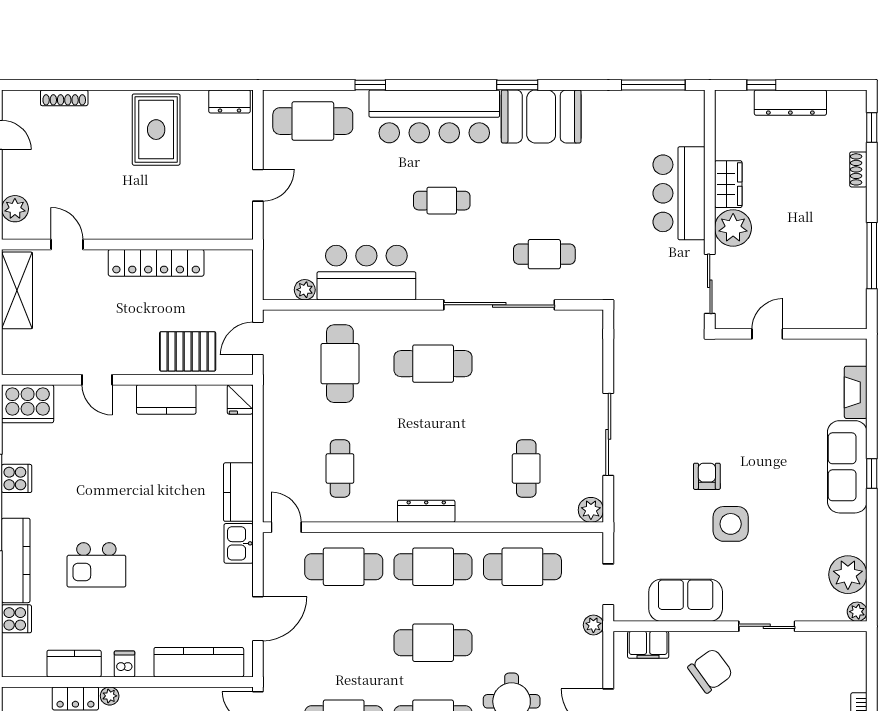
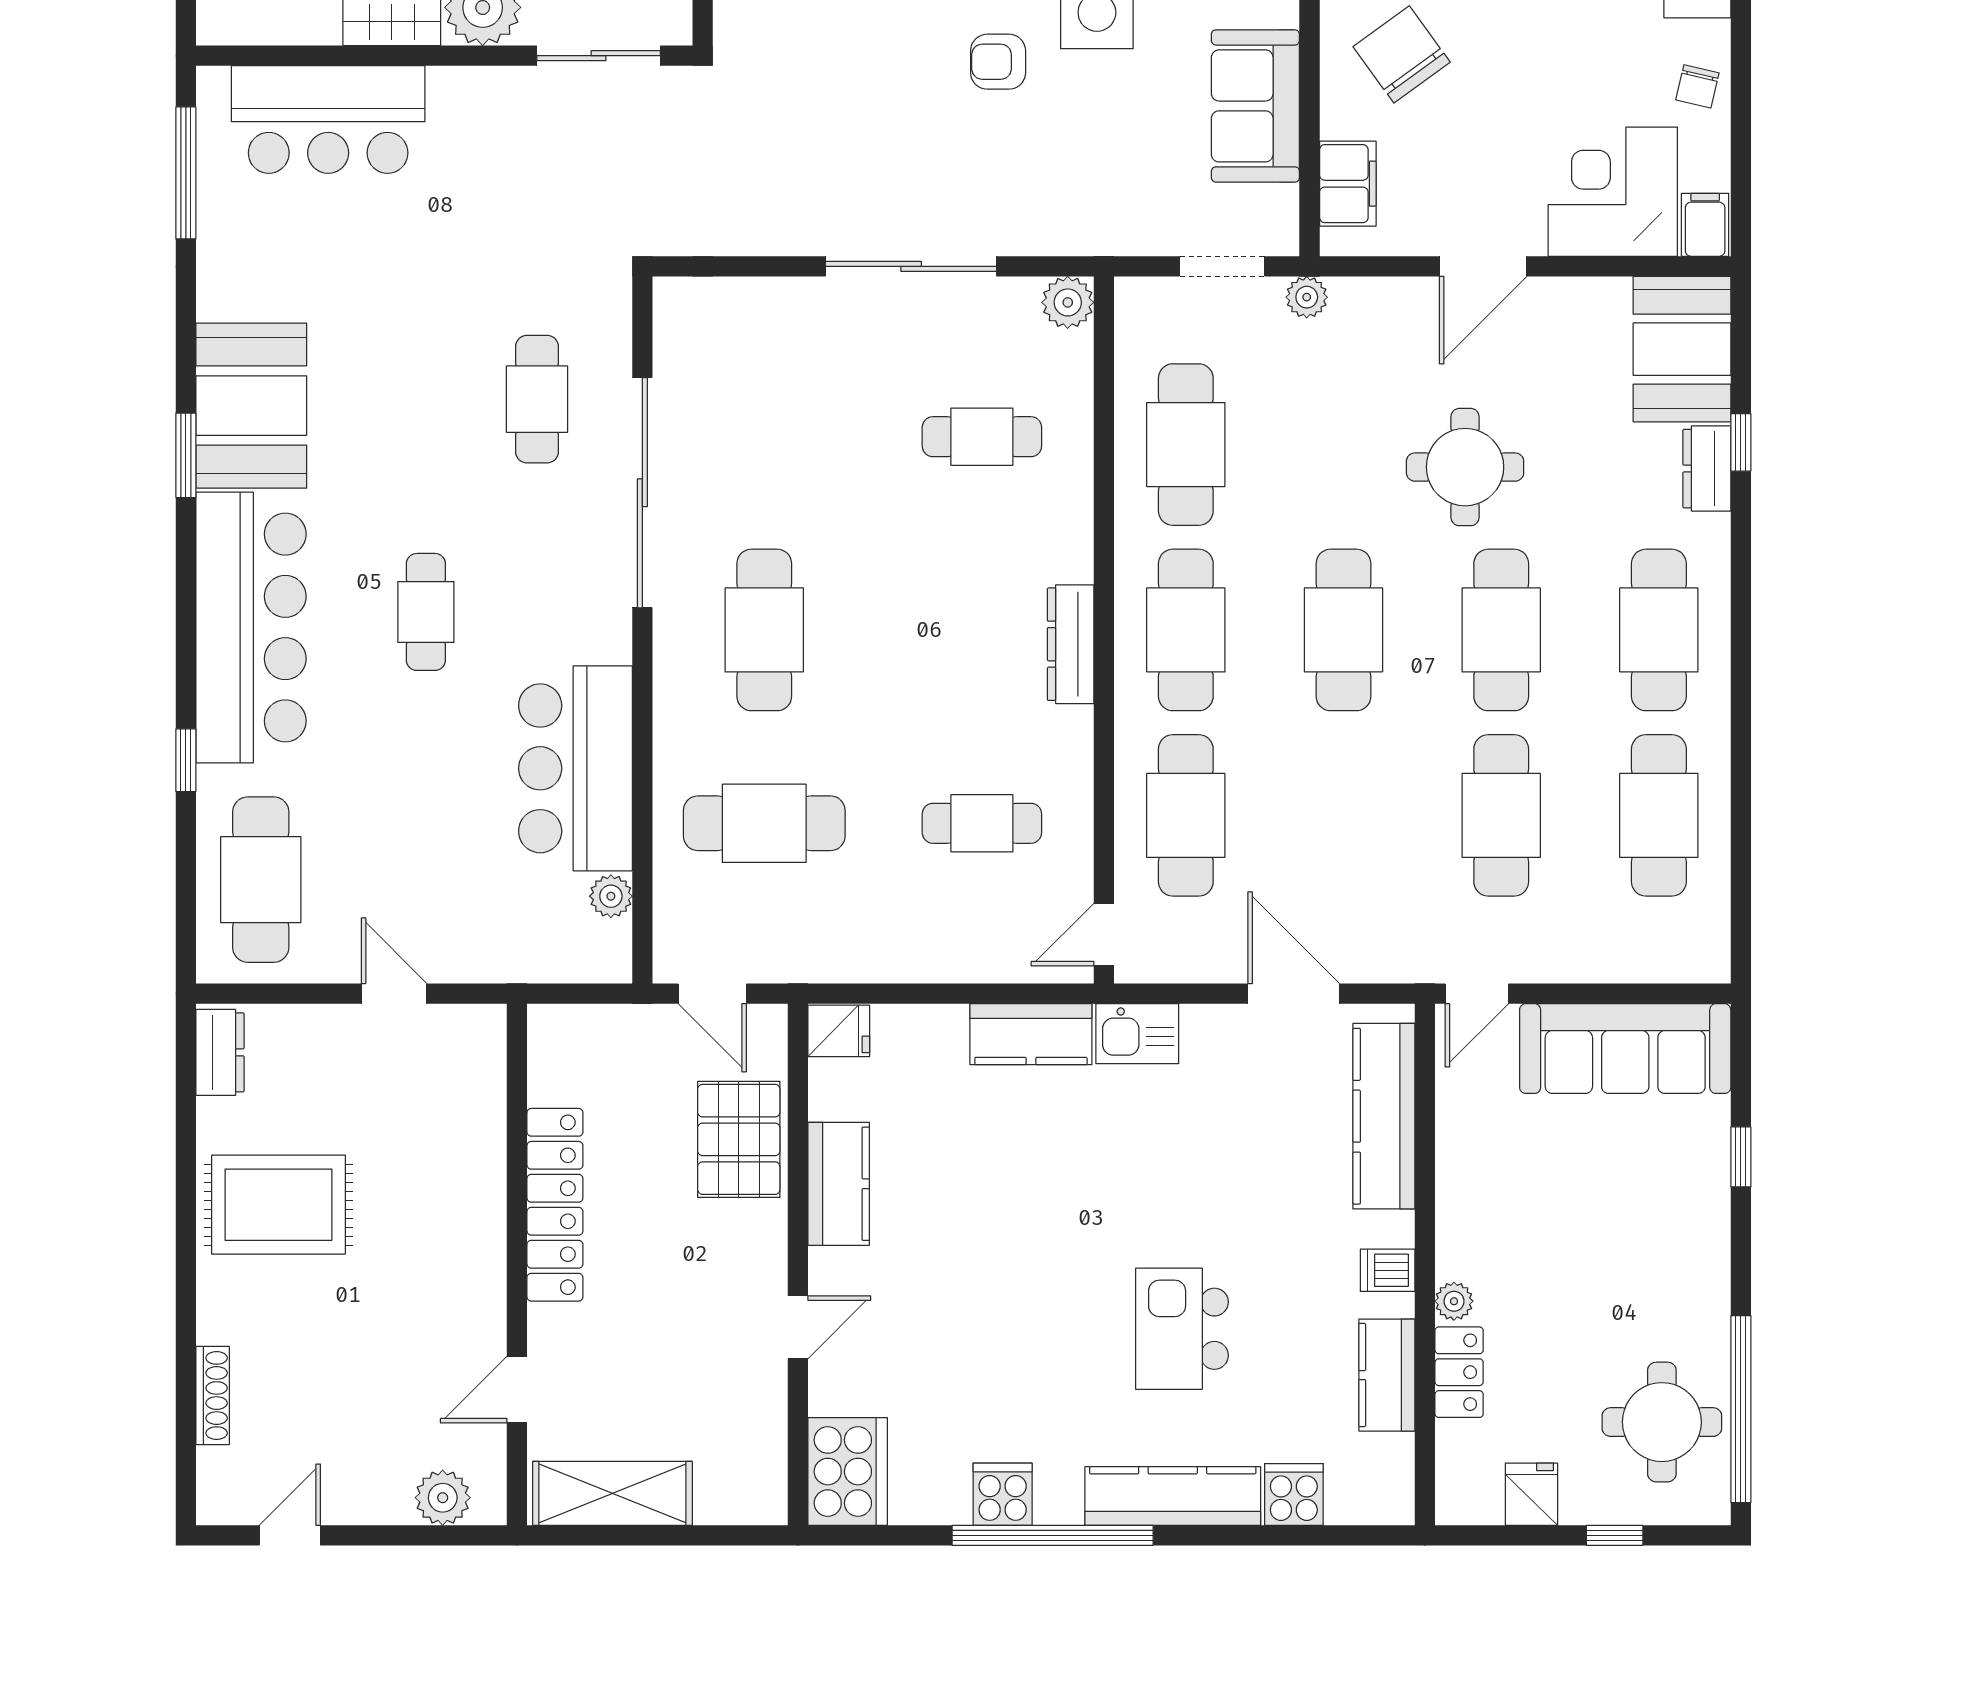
bar counter: (679, 193) -> (328, 119), moved
kitchen island: (96, 565) -> (1182, 1329), turned 180

